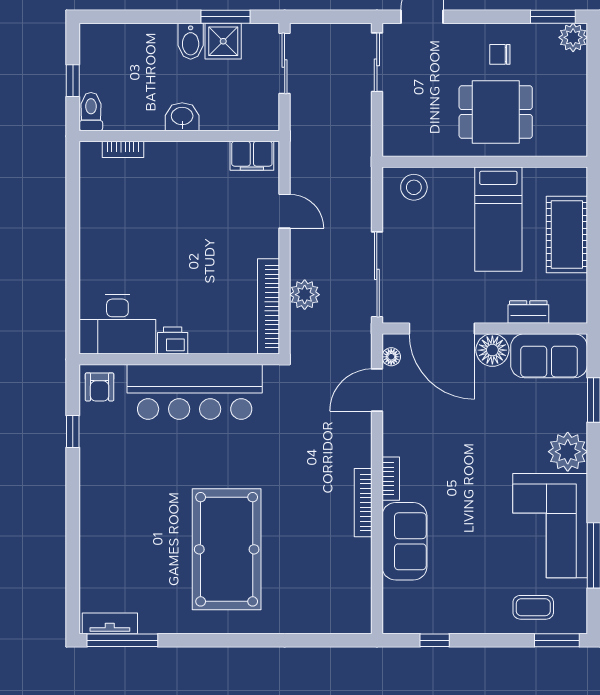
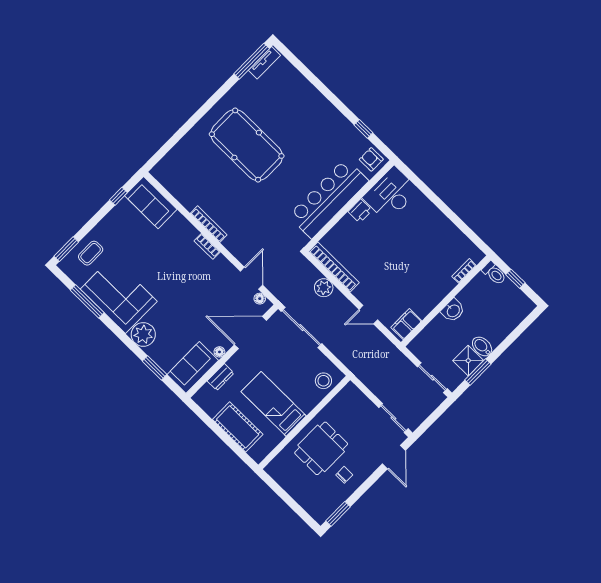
plant: (573, 37) -> (320, 514), removed
floor lamp: (492, 350) -> (219, 352), width x0.53, depth x0.53
sofa: (404, 541) -> (151, 203), moved

